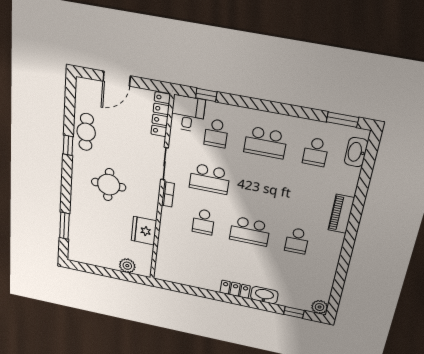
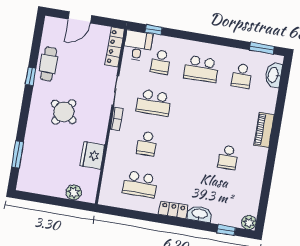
round table: (109, 185) -> (64, 112), turned 34
school desk: (250, 231) -> (140, 184), moved

